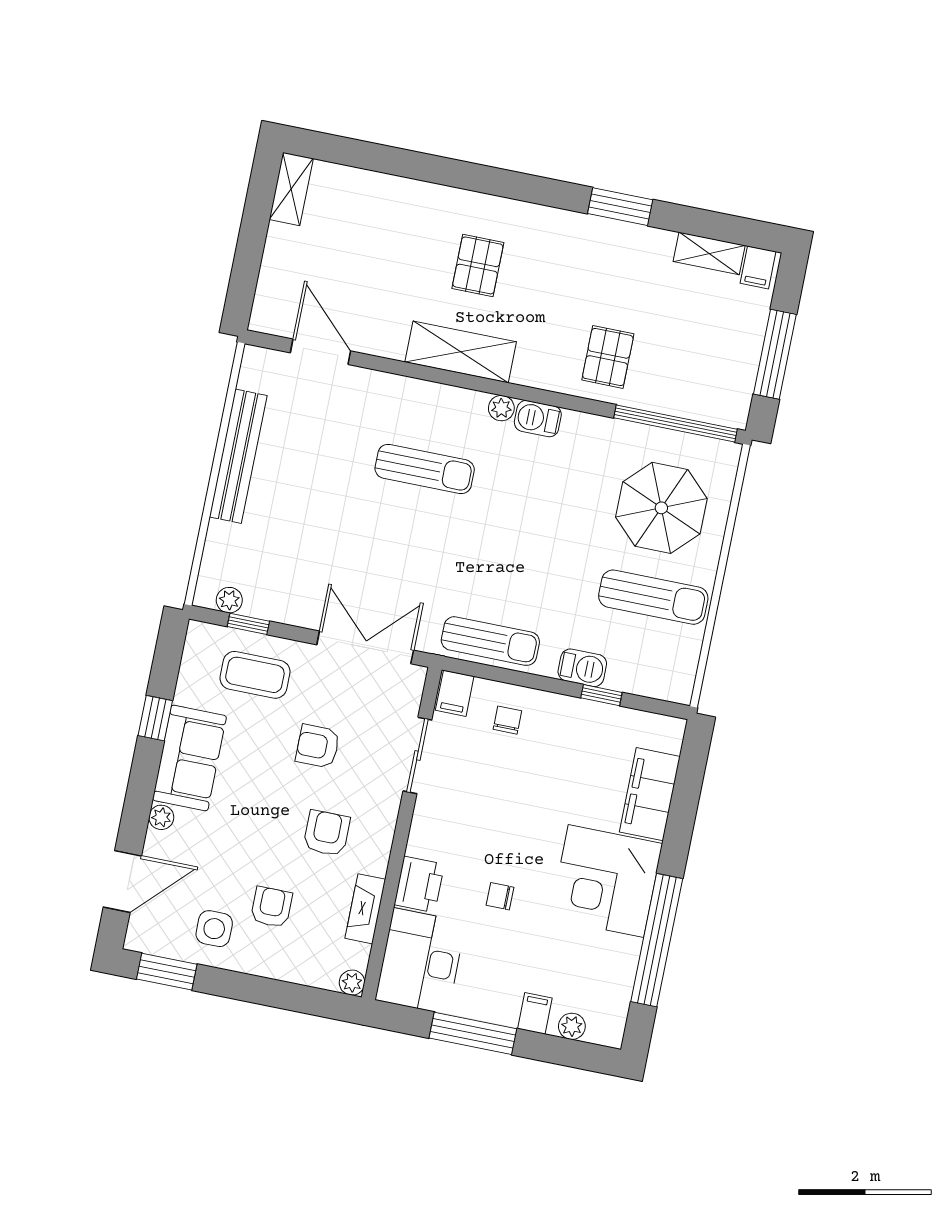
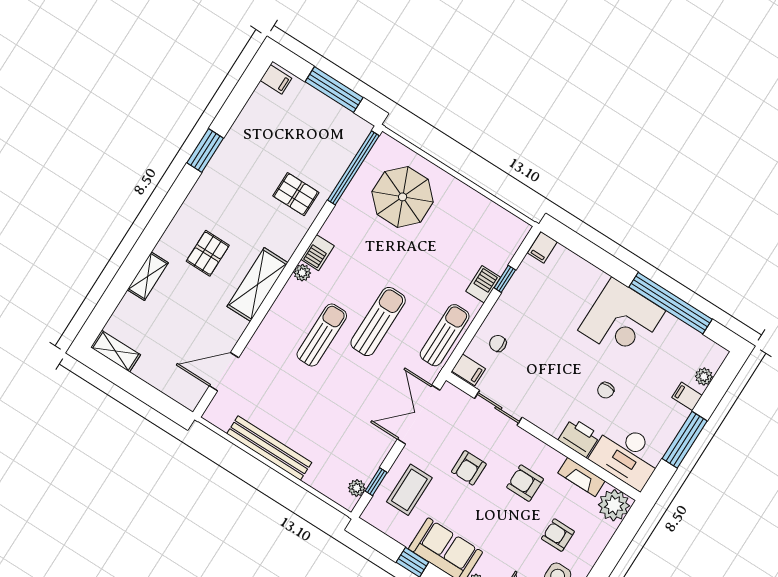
shelving: (709, 253) -> (148, 276), moved
pallet: (478, 265) -> (208, 253), turned 90
sun lounger: (653, 597) -> (378, 322), moved
filing cabinet: (650, 794) -> (542, 247), moved, width x0.33, depth x0.86
plant: (352, 983) -> (614, 505), width x1.88, depth x1.88

